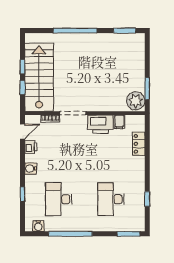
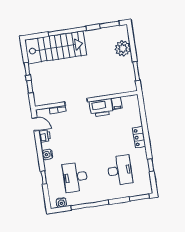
stairs: (39, 77) -> (56, 47), moved, turned 90
plant: (136, 101) -> (123, 48), moved
door: (22, 132) -> (35, 124), hinge flipped
locker: (139, 144) -> (139, 137), moved
desk: (111, 199) -> (120, 170), turned 180

